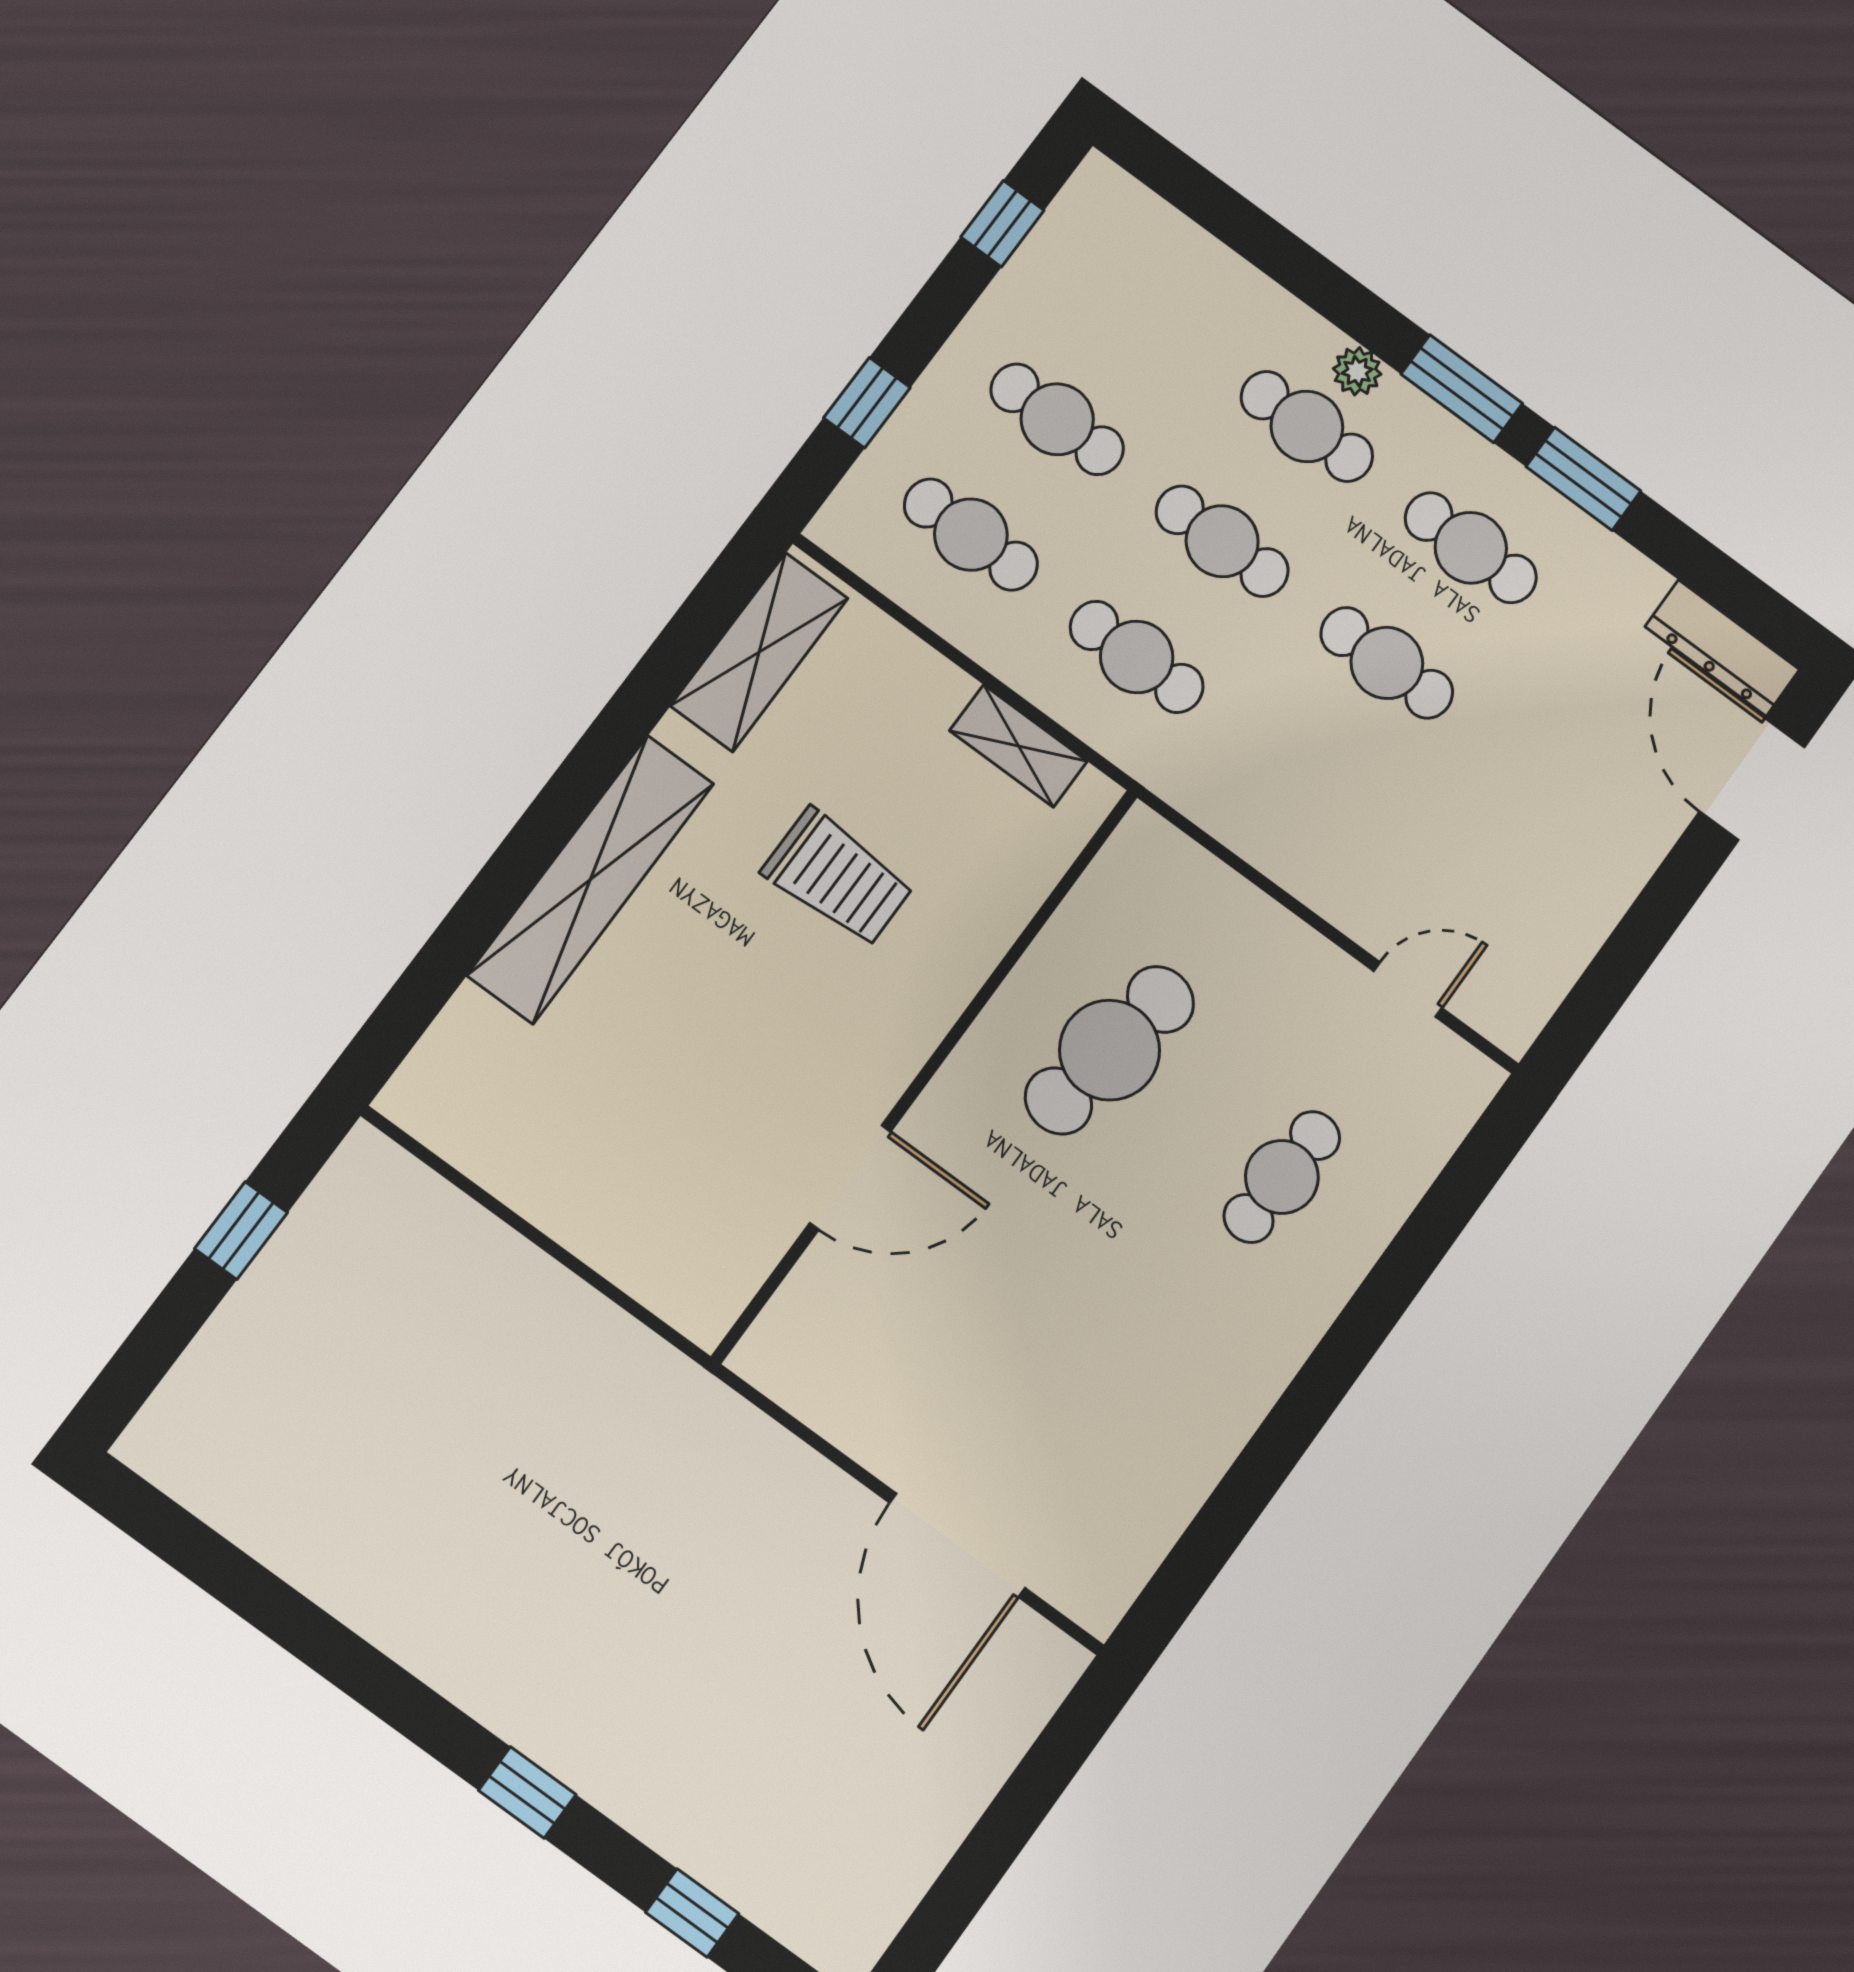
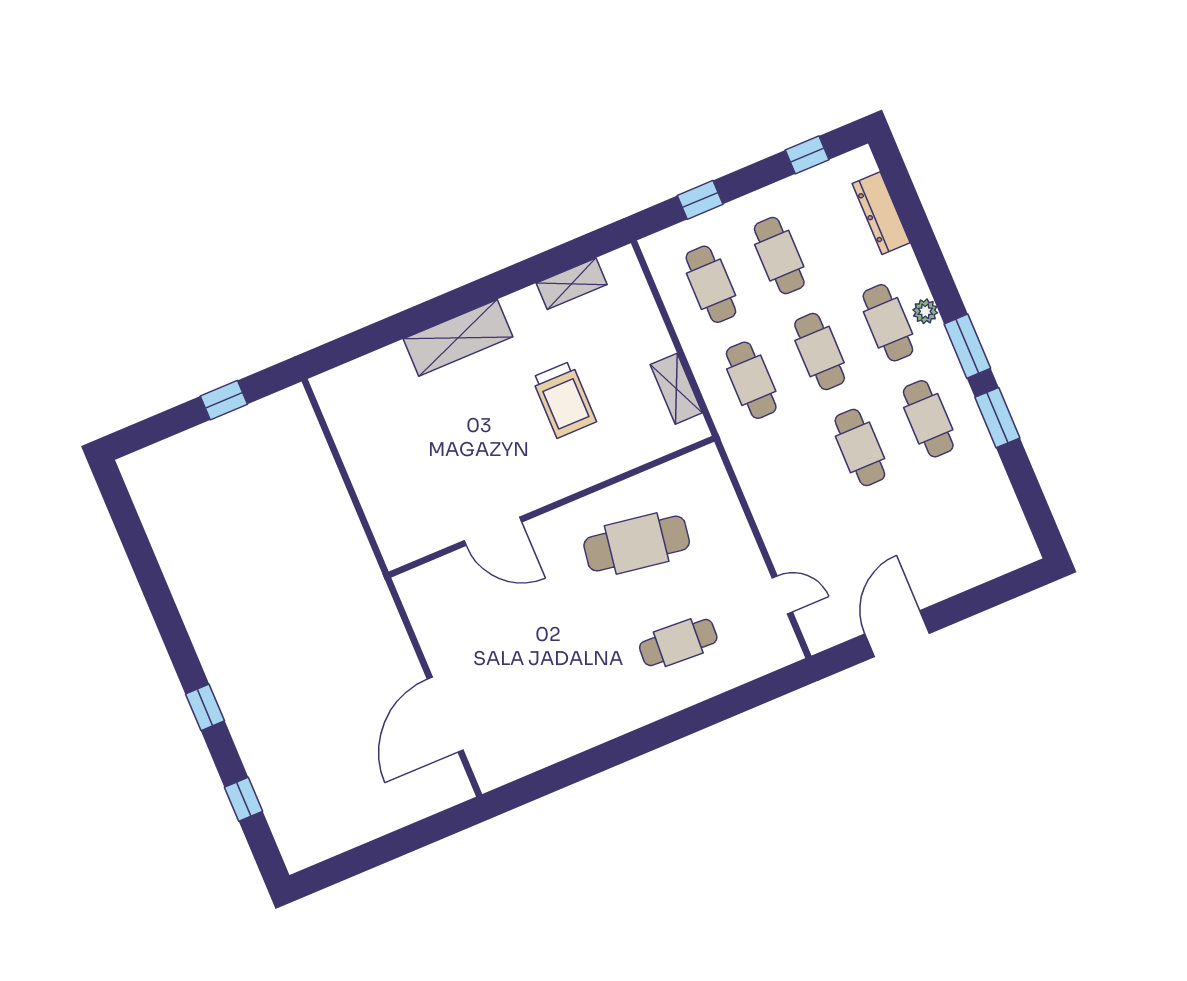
dresser: (1722, 648) -> (881, 213), moved
shelving: (759, 652) -> (572, 284), width x0.67, depth x0.75
door: (1752, 779) -> (897, 634), moved
shelving: (591, 879) -> (458, 338), width x0.68

